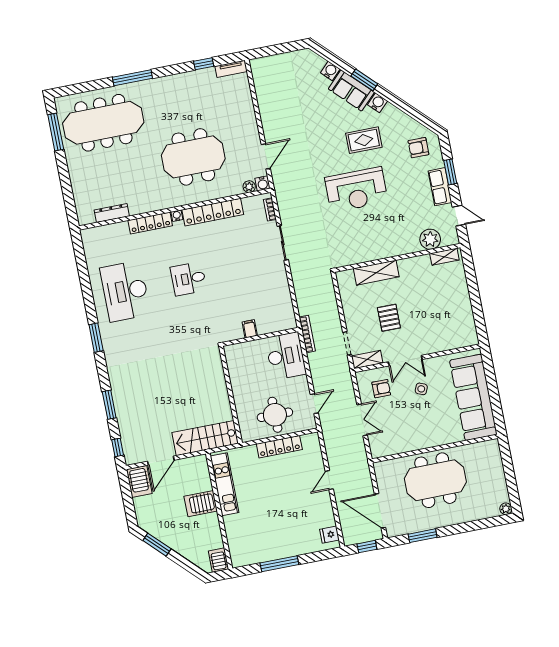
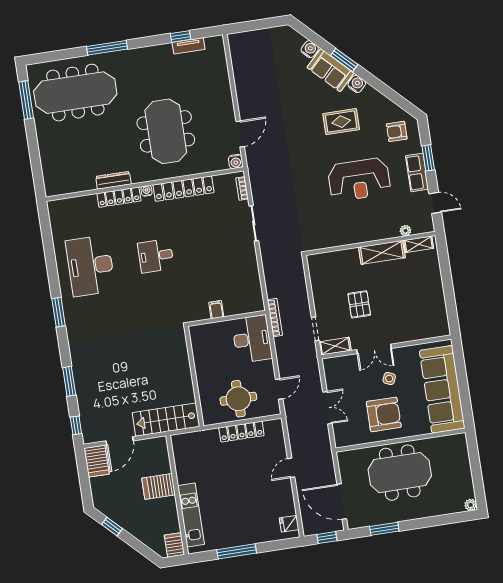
tv unit: (231, 69) -> (189, 46), moved
meeting table: (193, 157) -> (166, 131), turned 90
plant: (249, 187) -> (222, 164), removed
reception desk: (356, 190) -> (359, 180), moved
dresser: (112, 213) -> (113, 180), moved
plant: (430, 239) -> (405, 231), width x0.53, depth x0.53
shelving: (376, 273) -> (382, 252), moved
armchair: (381, 389) -> (384, 414), moved, width x1.88, depth x1.88
kitchen unit: (224, 484) -> (191, 515), moved
window: (157, 545) -> (112, 527), width x0.67

